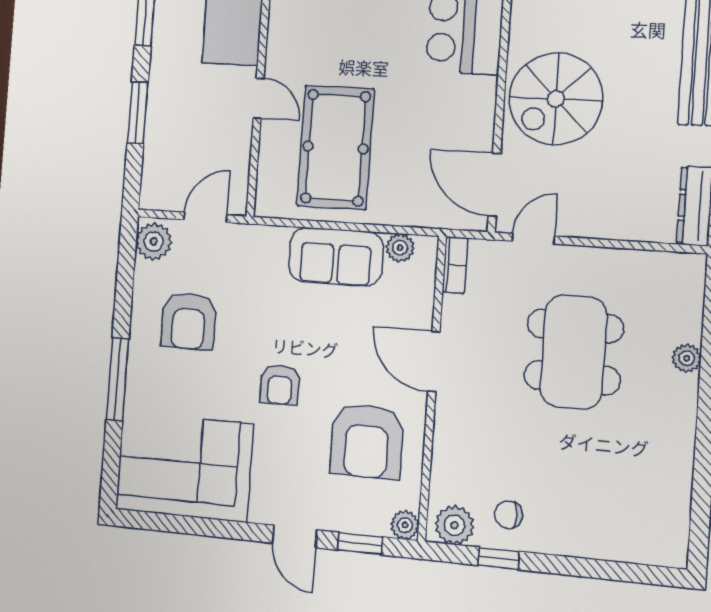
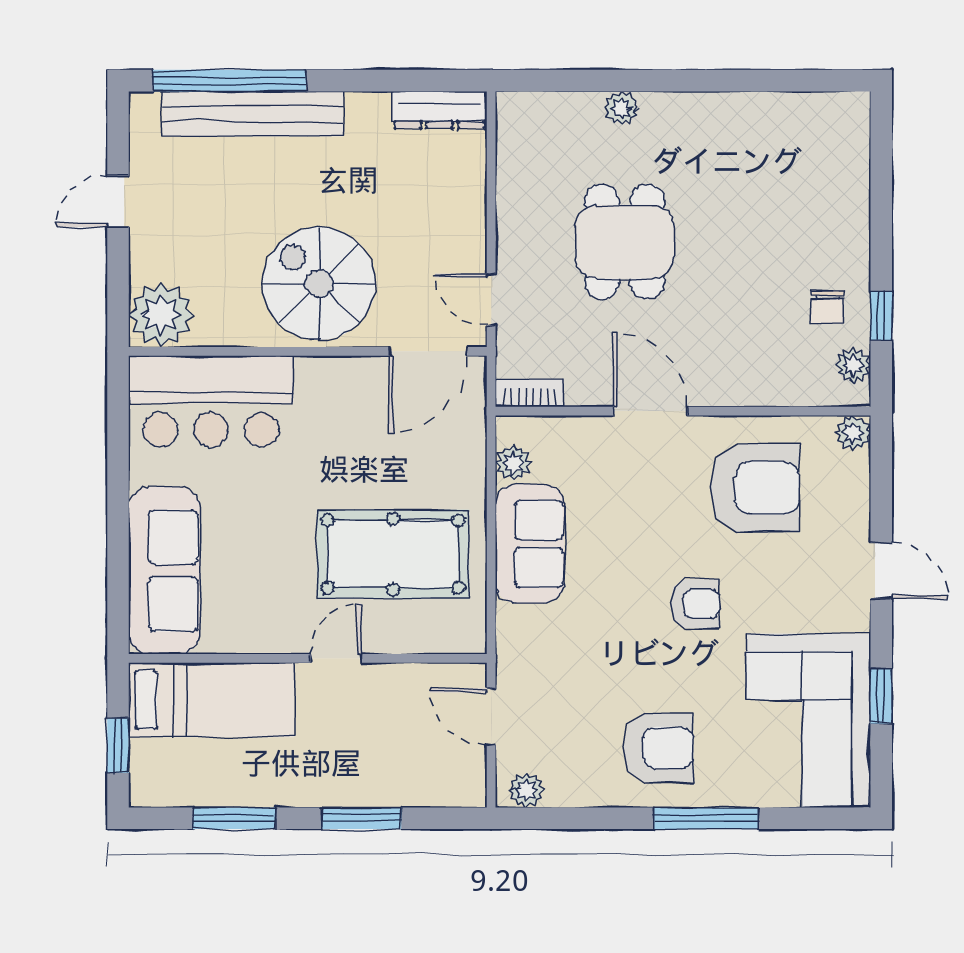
spiral stairs: (556, 99) -> (319, 283), turned 180
plant: (154, 242) -> (526, 790), width x0.73, depth x0.73
armchair: (188, 321) -> (658, 748), moved
dining table: (574, 352) -> (625, 242), width x0.73
door: (434, 362) -> (650, 411), swing flipped
plant: (454, 525) -> (853, 365), width x0.73, depth x0.73
door: (295, 537) -> (881, 571), hinge flipped
window: (360, 544) -> (881, 696), moved

